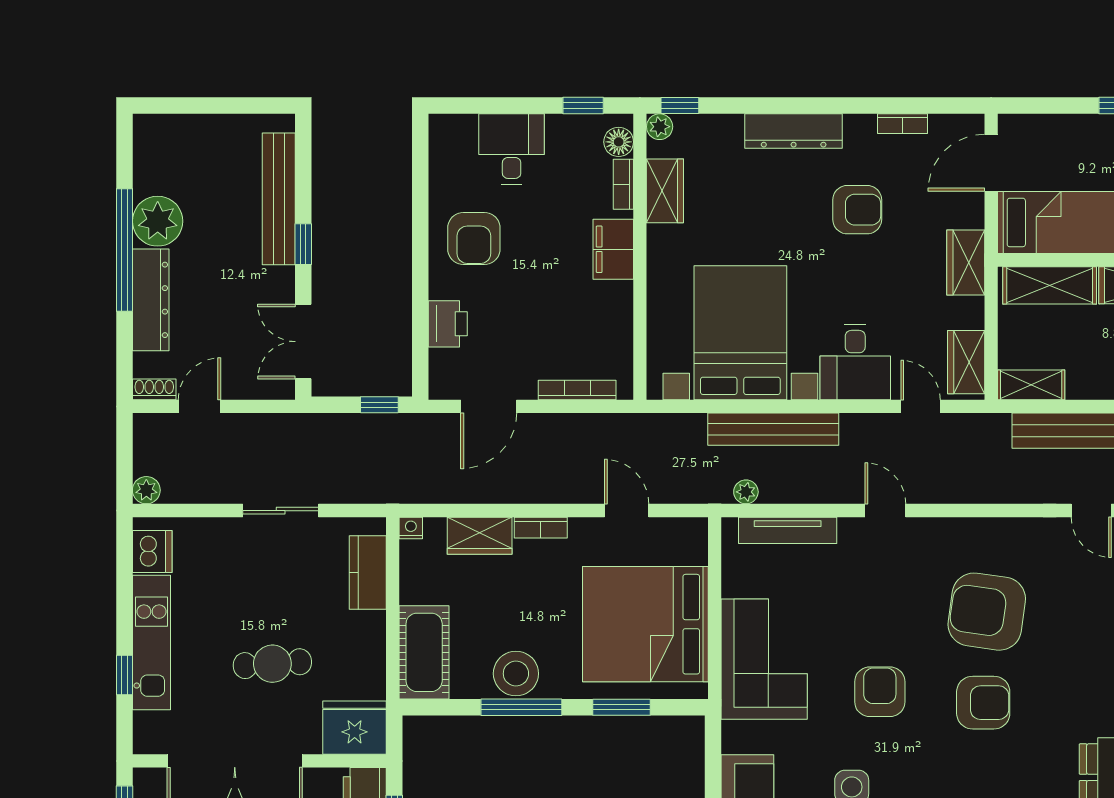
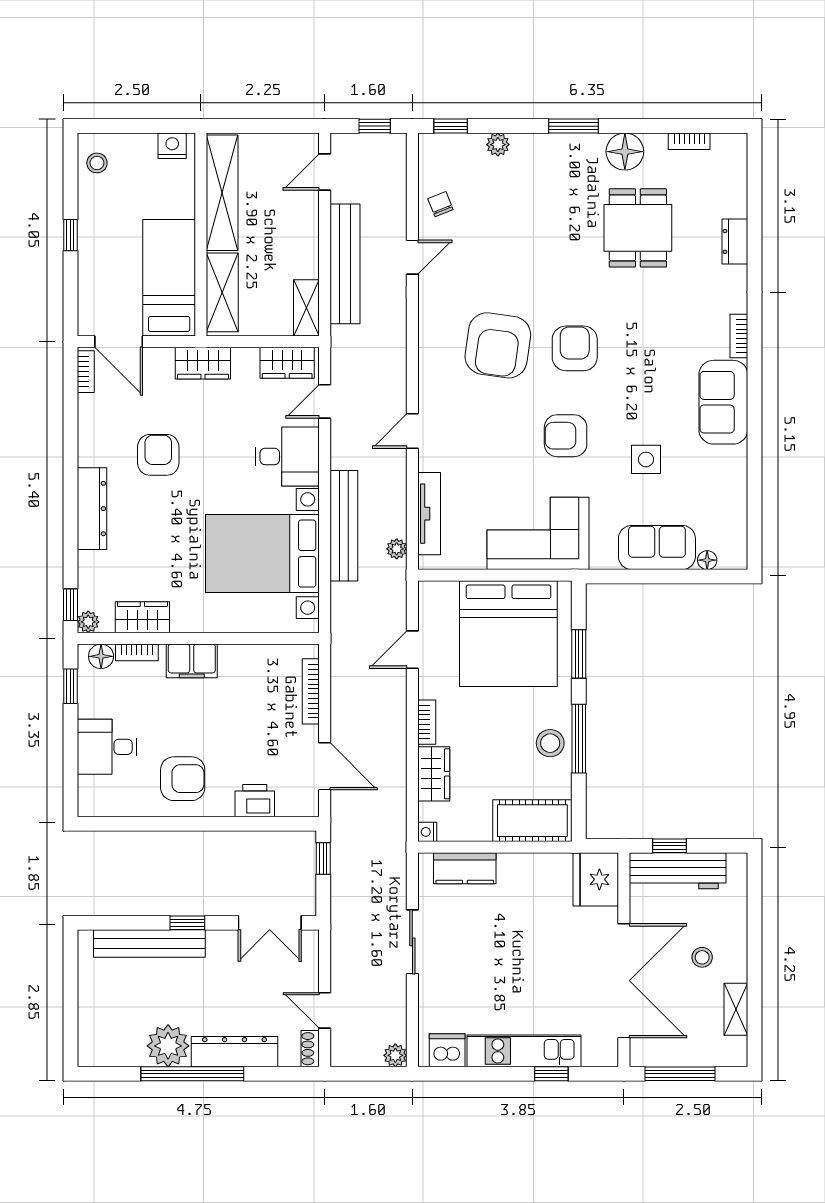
bookcase: (903, 124) -> (86, 372), moved
cafe table: (272, 664) -> (542, 949), removed
stool: (516, 674) -> (550, 743), width x0.73, depth x0.73

